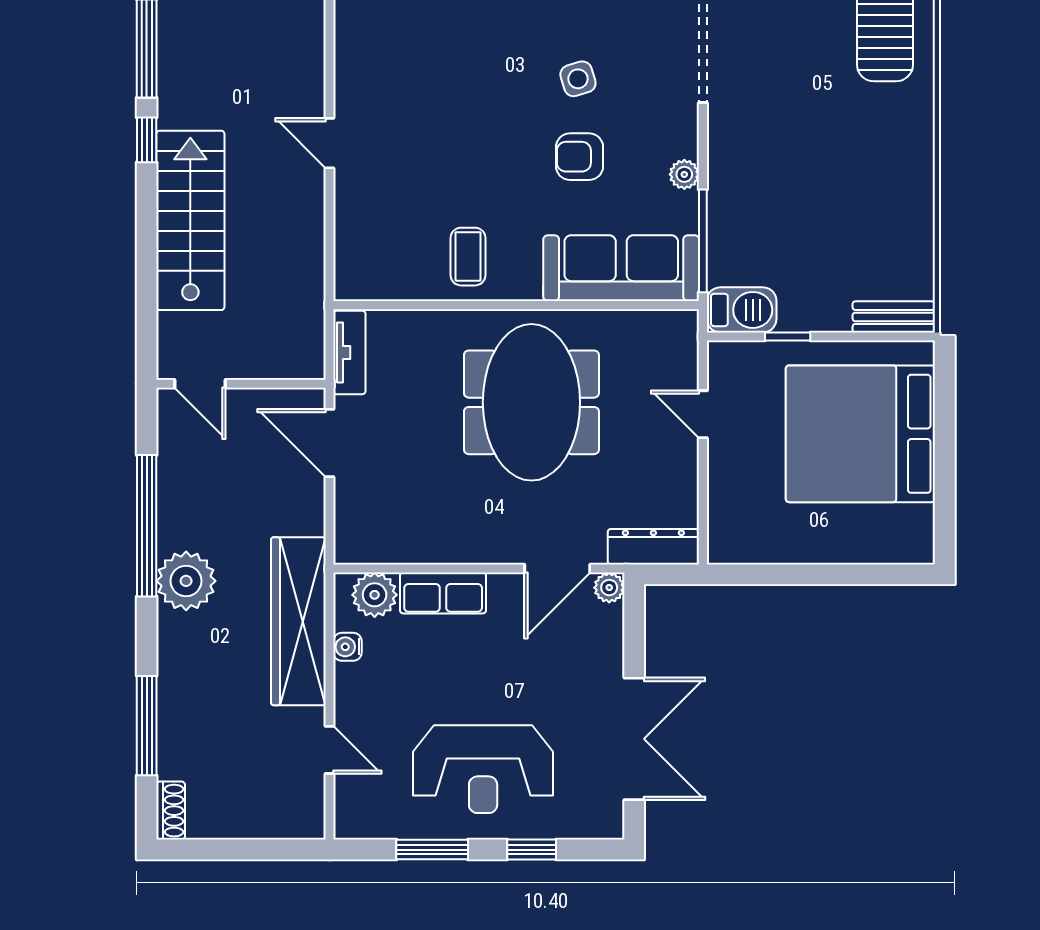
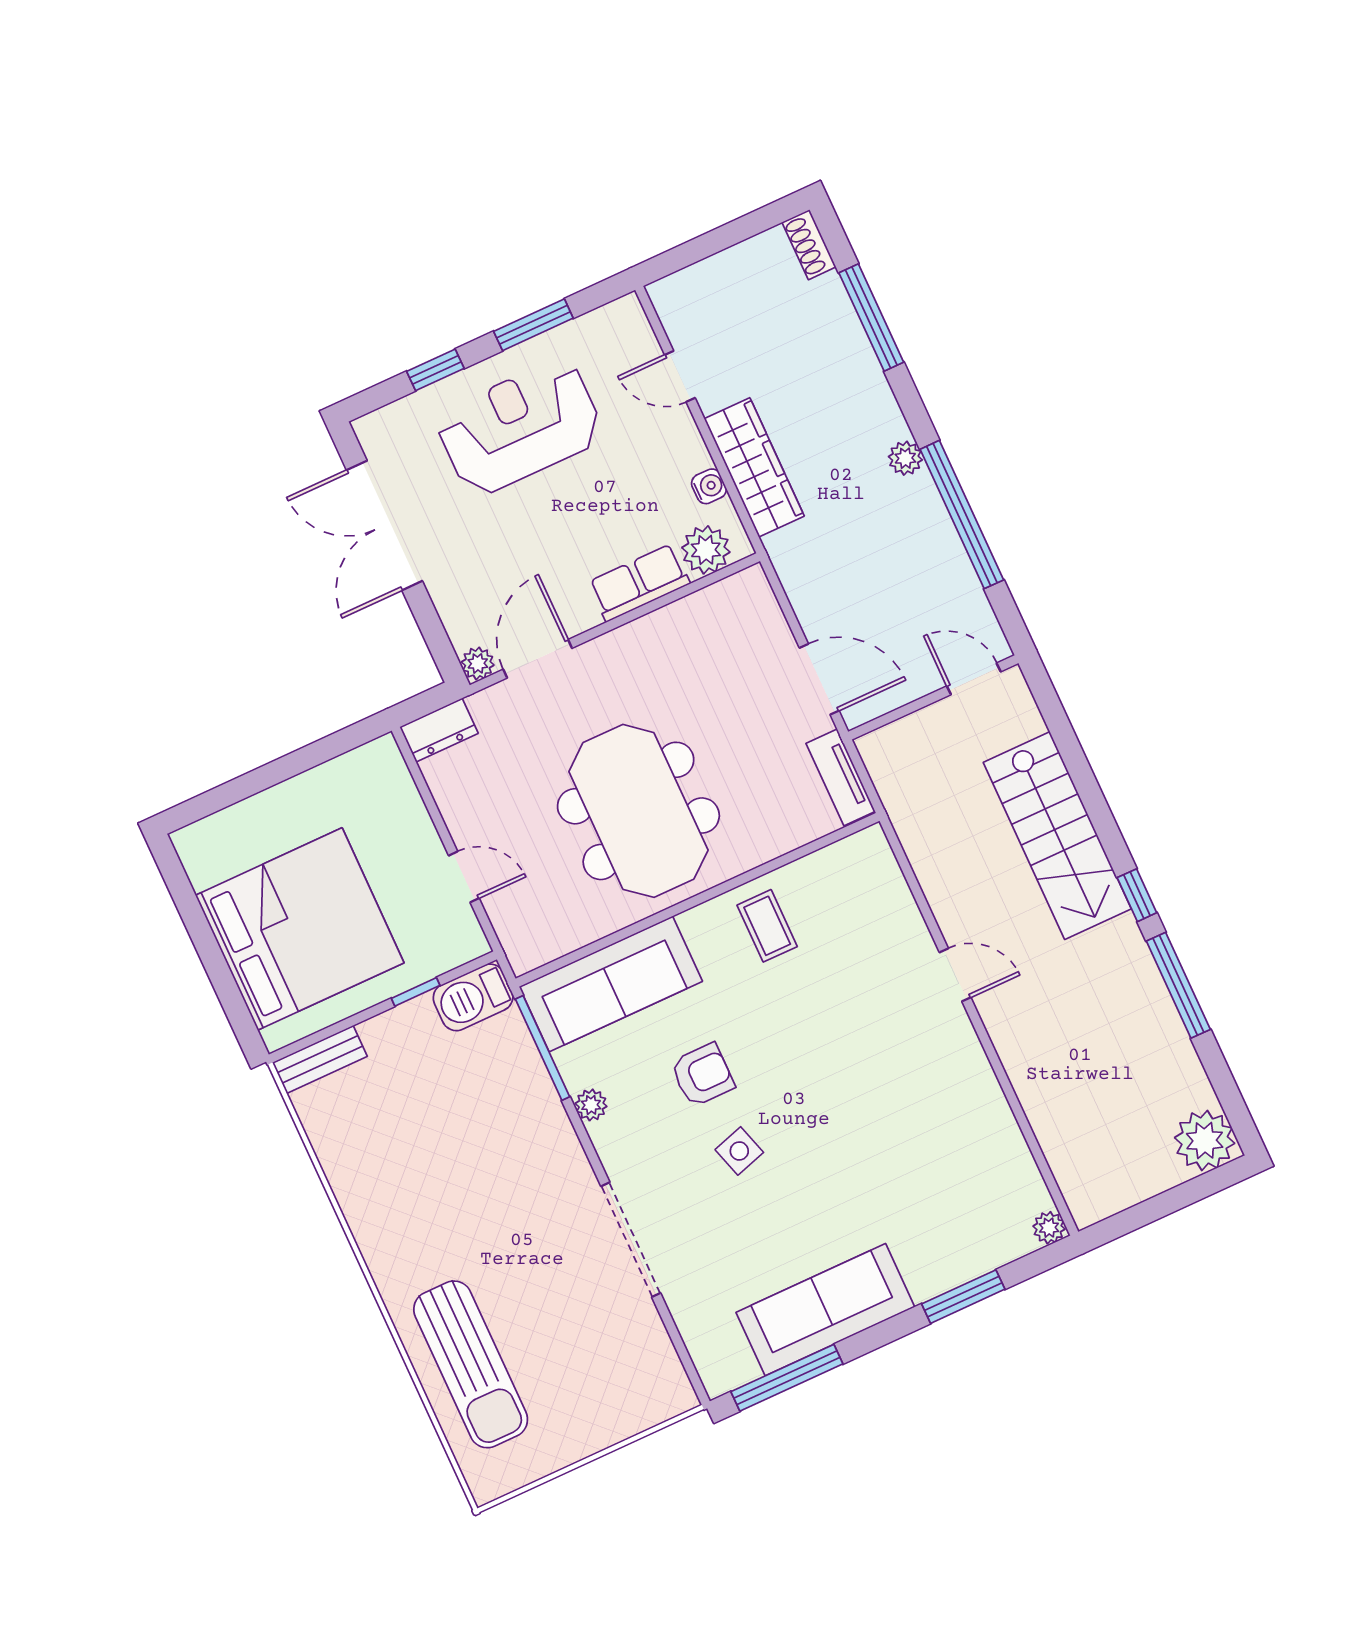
dresser: (653, 547) -> (439, 730), width x0.70
plant: (186, 581) -> (905, 458), width x0.53, depth x0.53
wardrobe: (298, 621) -> (754, 467), width x0.71, depth x0.85

